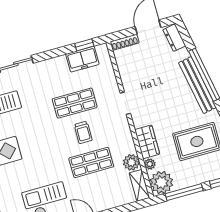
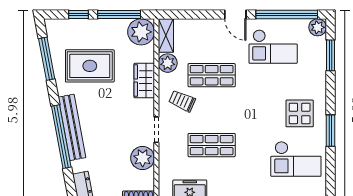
trolley: (83, 132) -> (182, 101), moved, turned -66
plant: (150, 164) -> (143, 158), moved, width x1.88, depth x1.88

